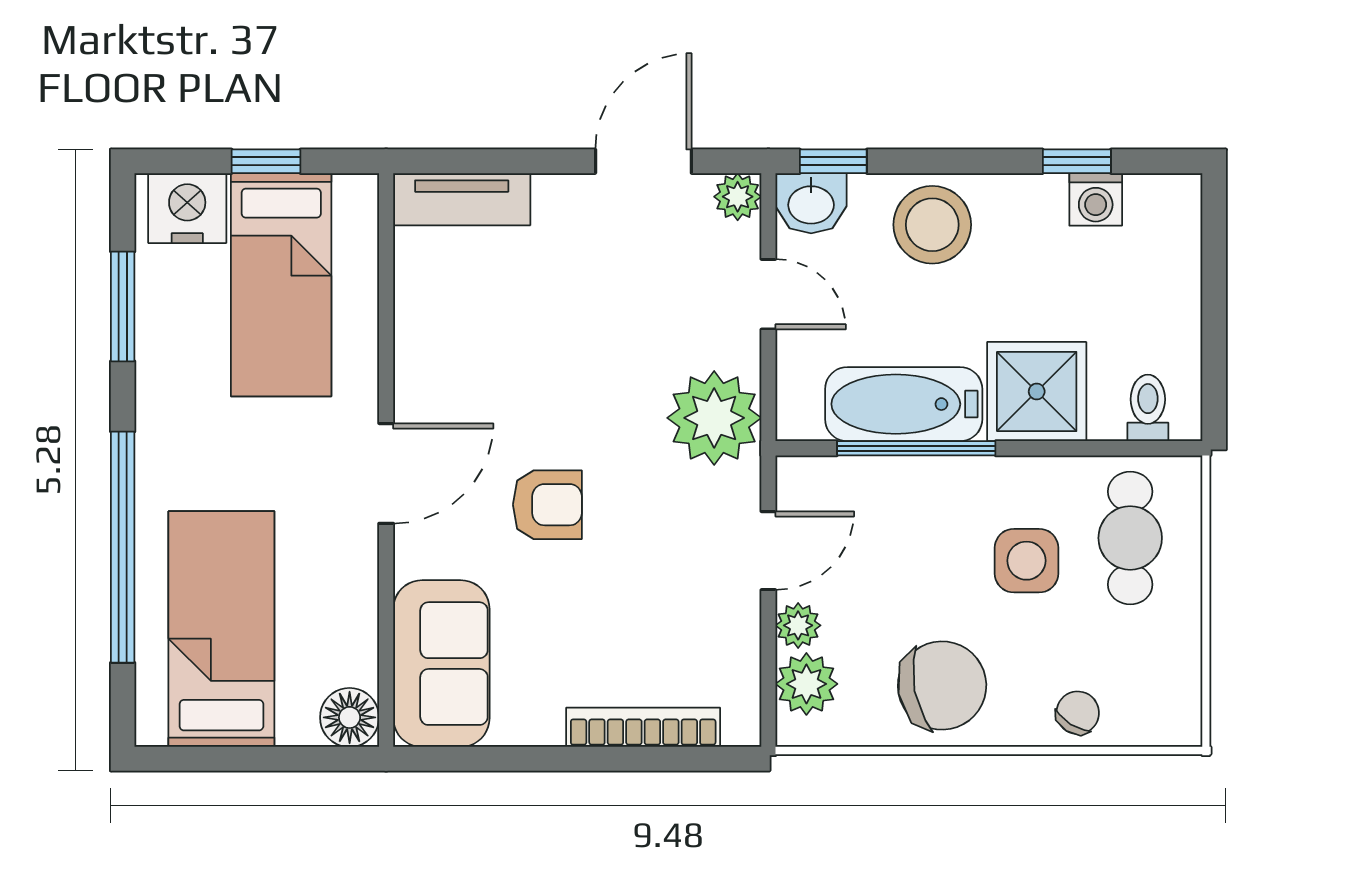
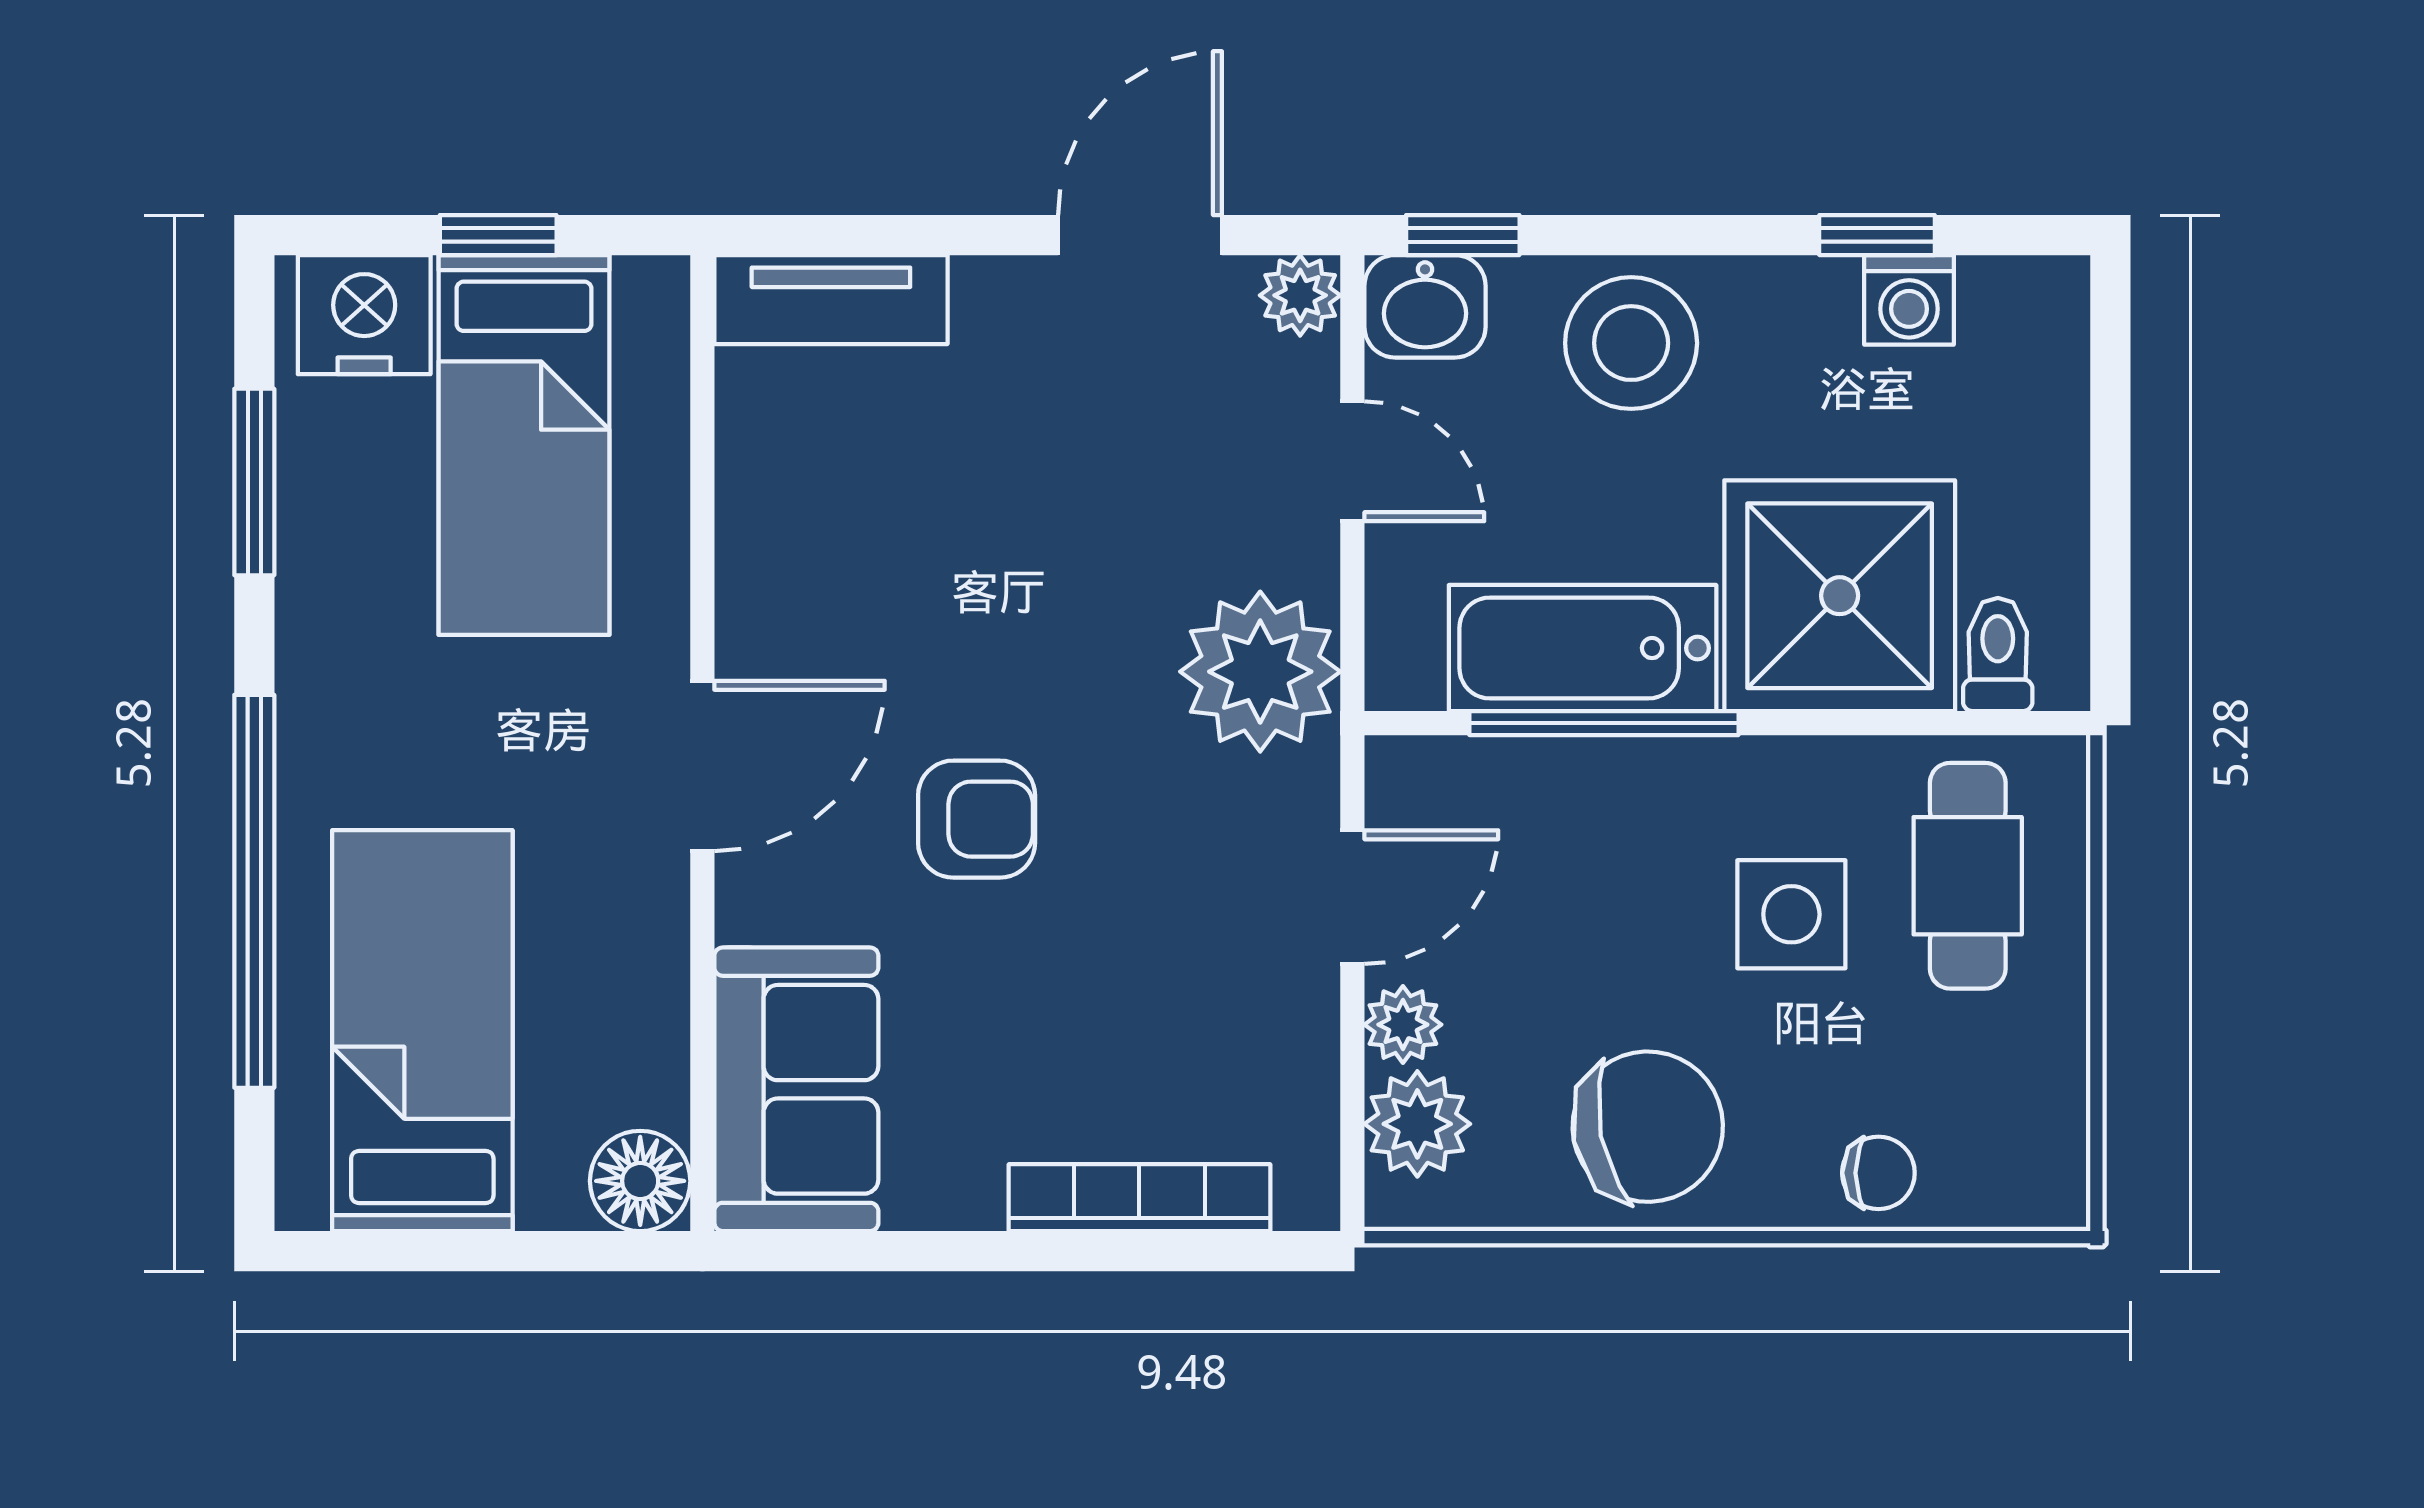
shower: (1037, 392) -> (1840, 596), width x1.37, depth x1.37
chair: (1078, 713) -> (1878, 1173), turned 58

